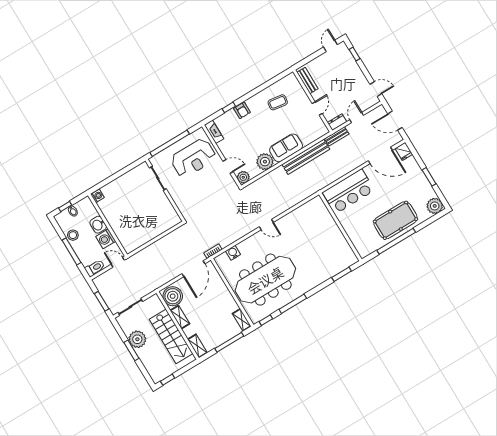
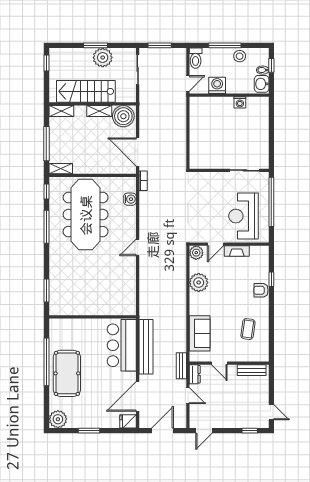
fireplace: (214, 132) -> (237, 251), moved
sofa: (286, 148) -> (200, 333), moved
bench: (306, 157) -> (146, 347), moved
washing machine: (97, 196) -> (240, 102), moved
washbasin: (98, 225) -> (262, 84), moved, turned -90

